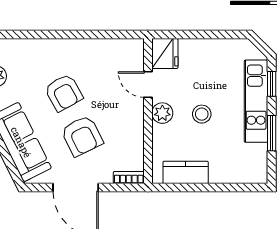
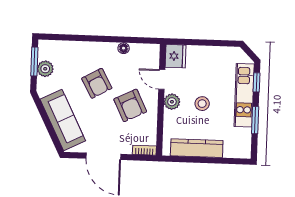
floor lamp: (97, 46) -> (124, 48), added
armchair: (82, 136) -> (130, 105), moved
kitchen counter: (186, 172) -> (197, 148), width x1.50

